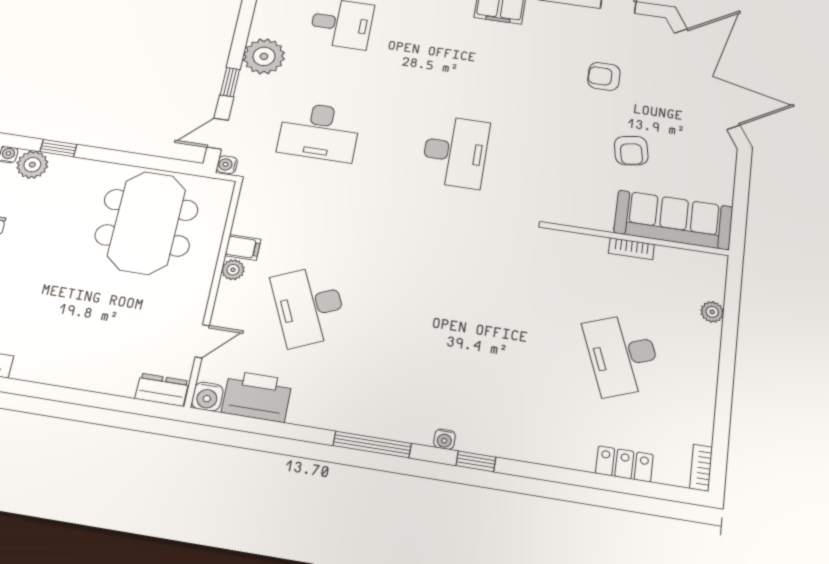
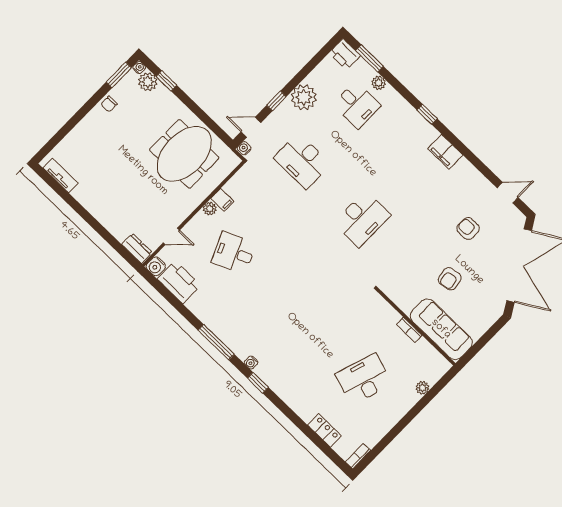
desk: (309, 306) -> (234, 253), width x0.73
desk: (623, 355) -> (364, 379), turned 39

